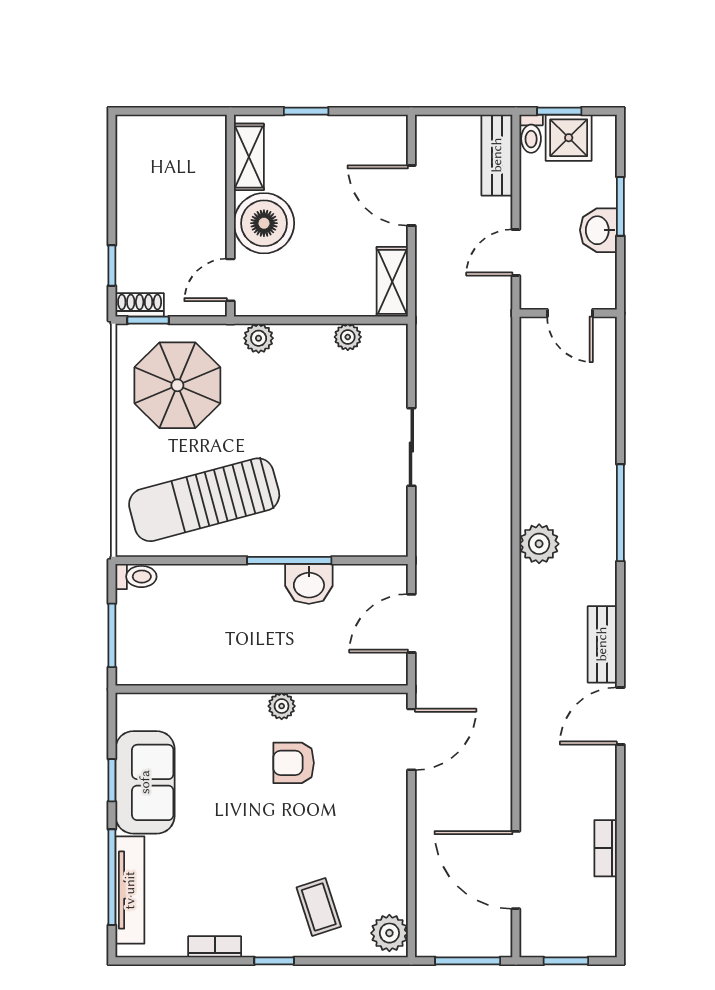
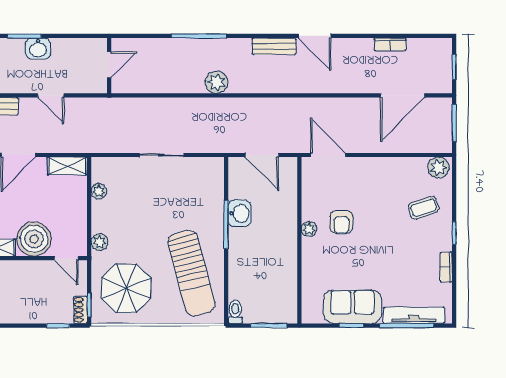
wall: (568, 313) -> (109, 66), moved
door: (570, 313) -> (109, 65), moved

